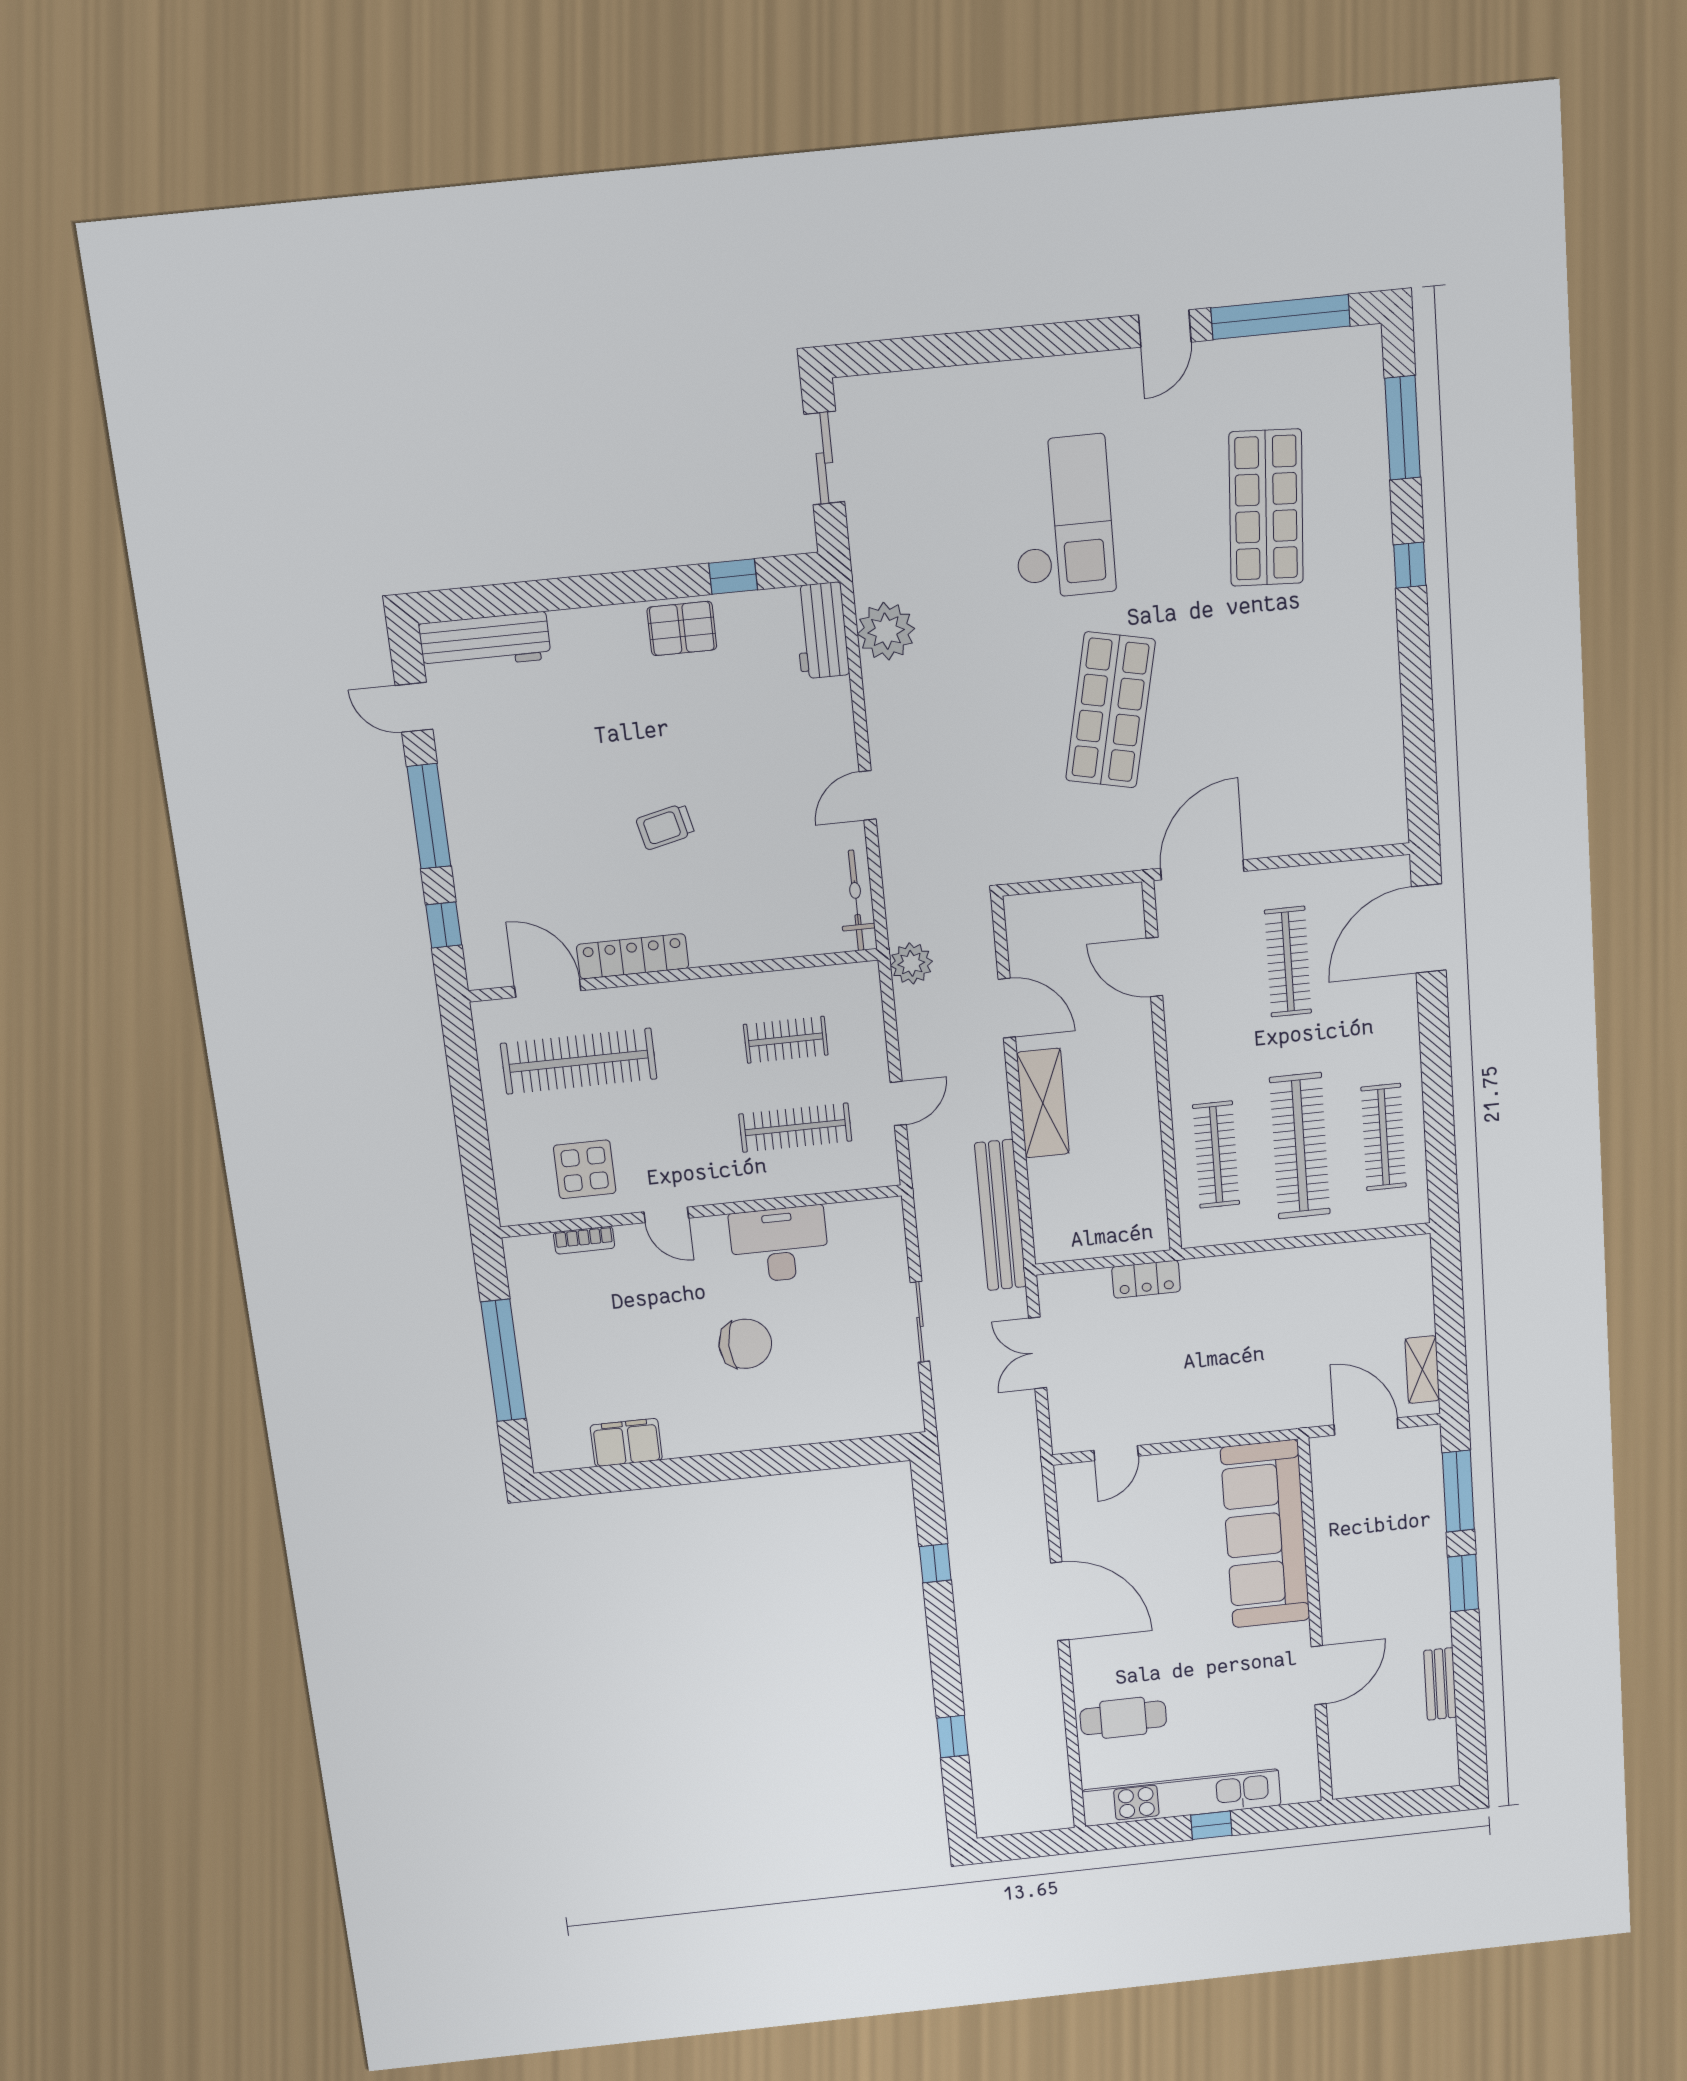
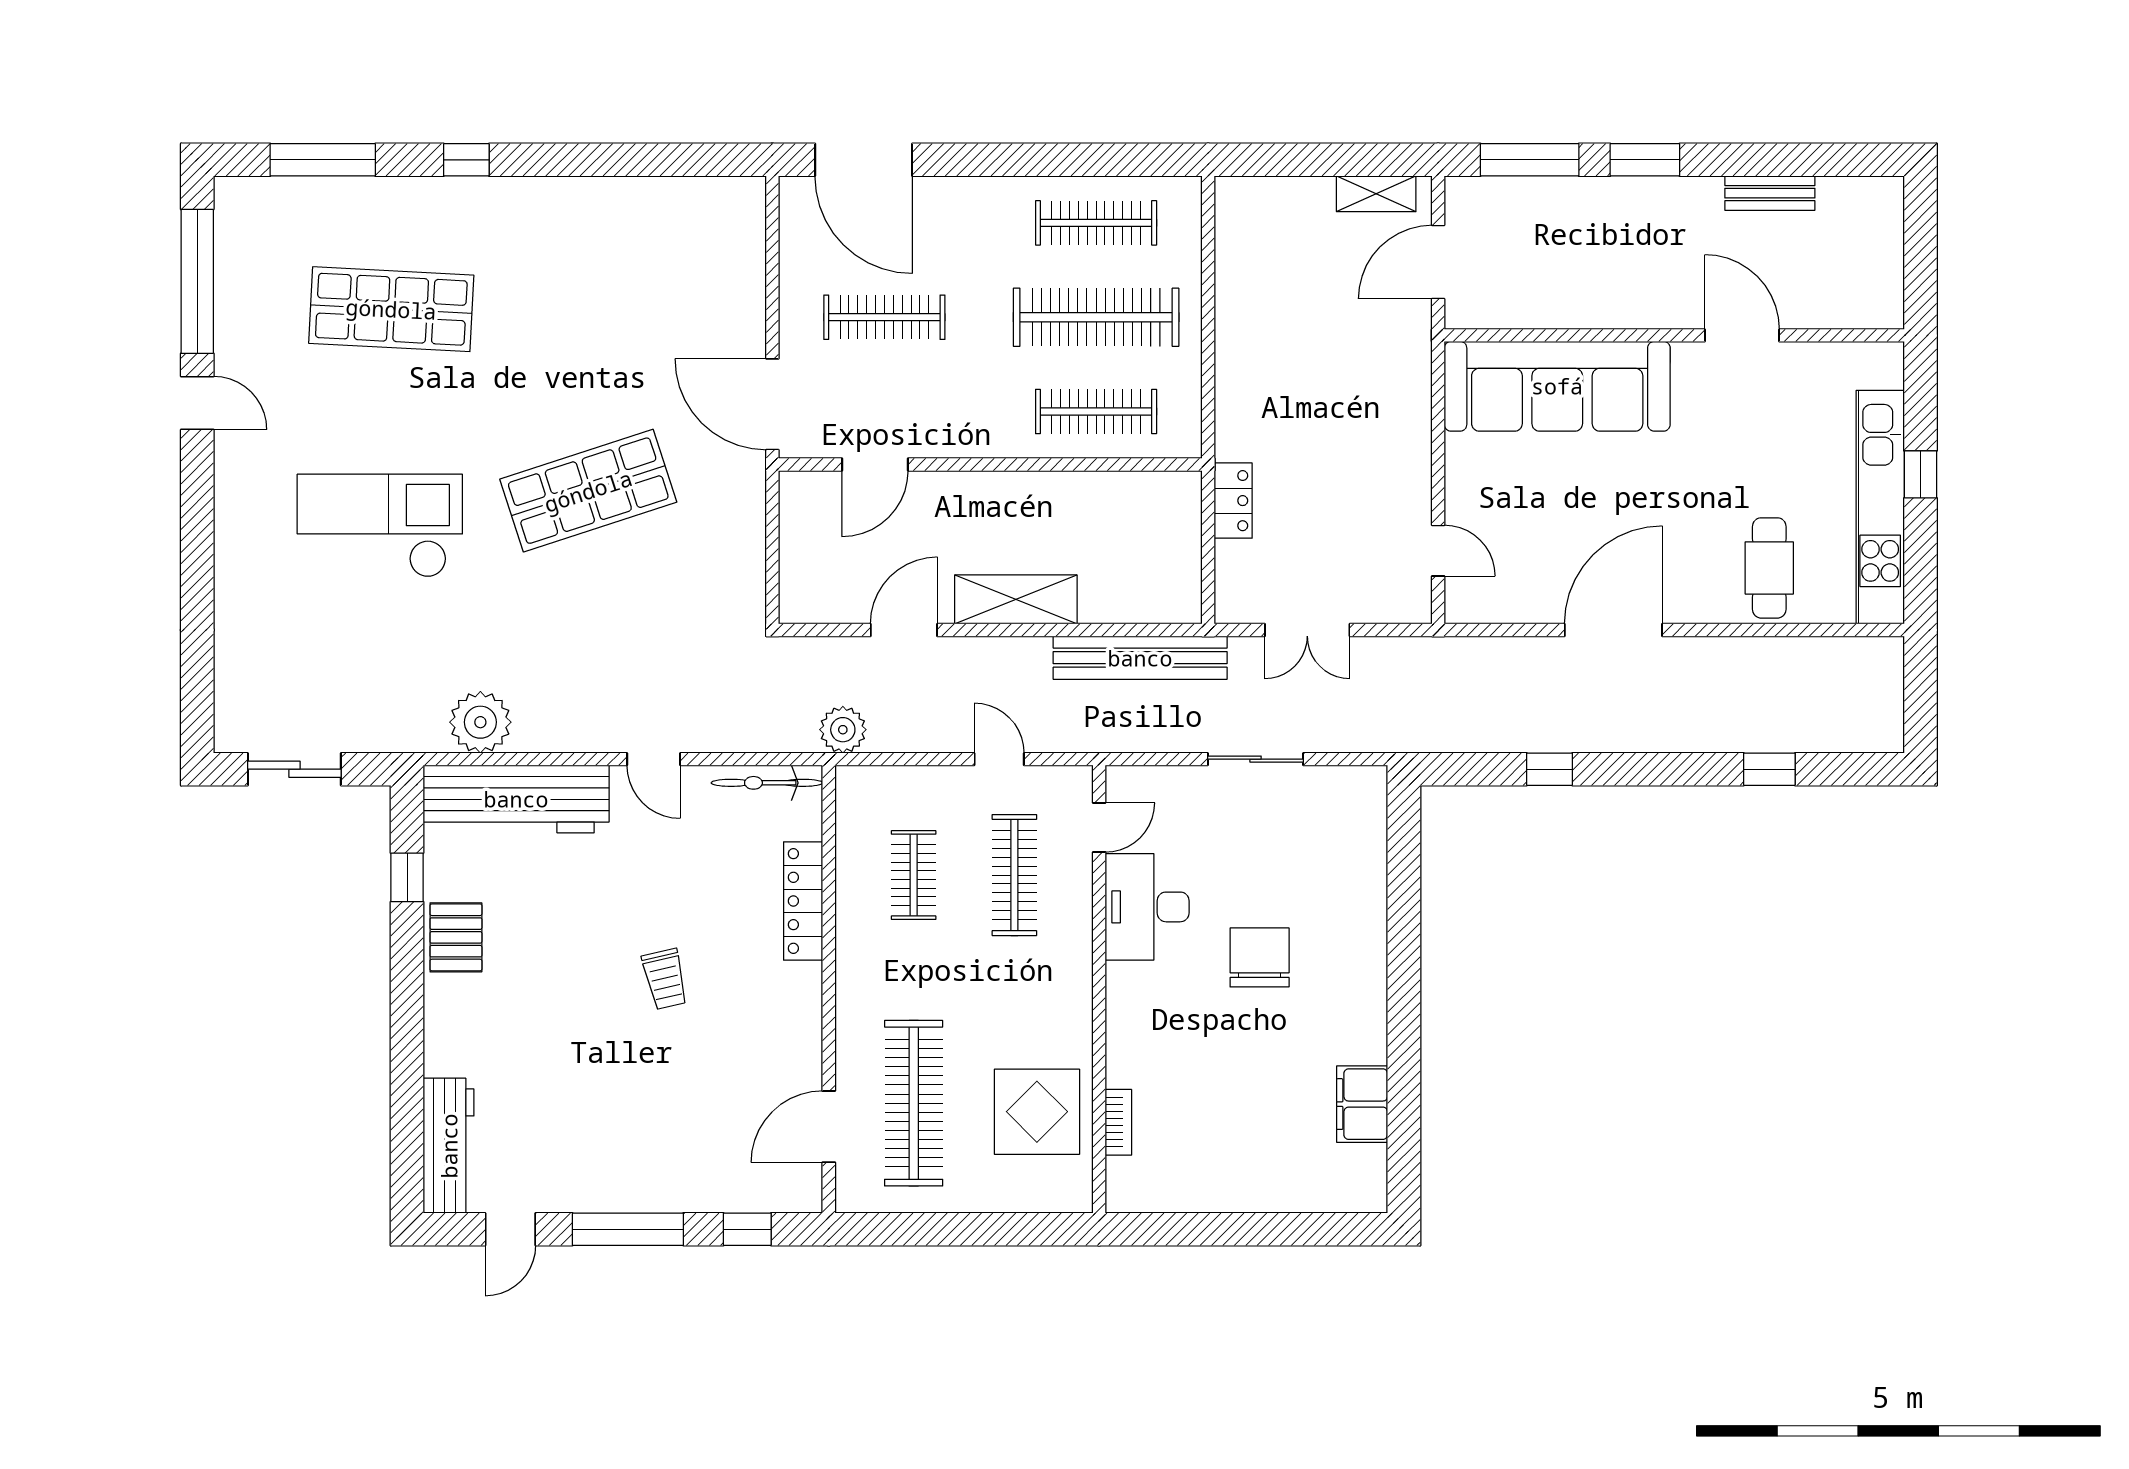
workbench: (821, 630) -> (516, 799), width x1.88, depth x1.32
shop shelf: (1110, 710) -> (588, 491), turned -30
locker: (633, 956) -> (803, 901), moved
display table: (585, 1169) -> (1037, 1112), width x1.36, depth x1.36
door: (666, 1215) -> (1099, 828), moved
window: (503, 1360) -> (1249, 1229), removed

